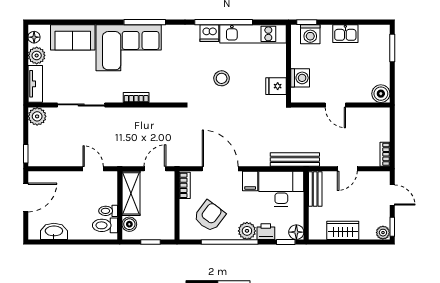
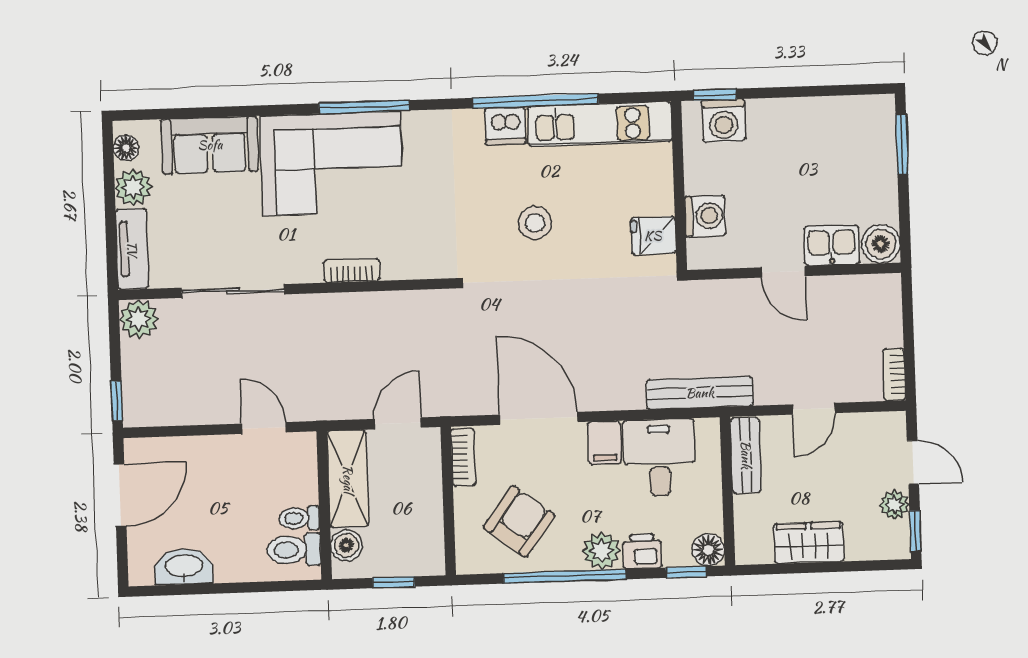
kitchen sink: (345, 34) -> (832, 245), moved, turned 180
desk: (281, 189) -> (659, 458), width x0.73
plant: (383, 233) -> (895, 505), moved

